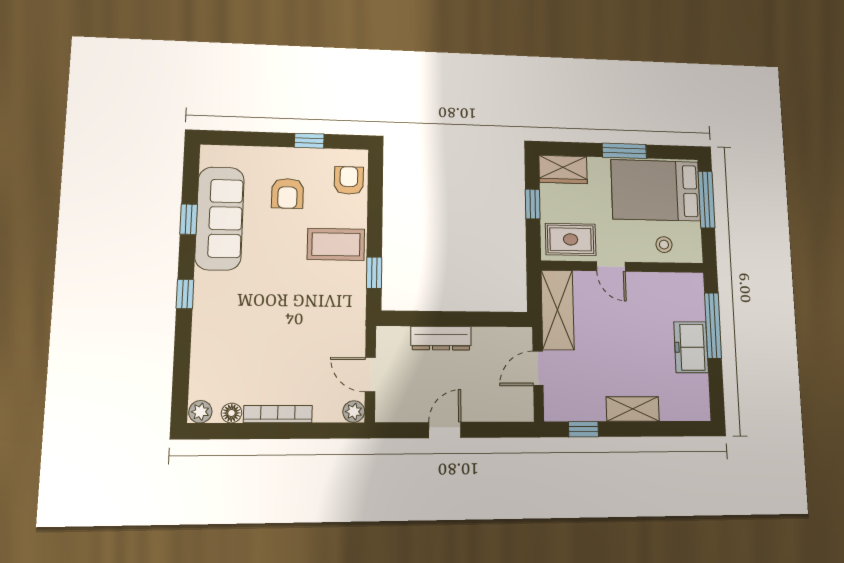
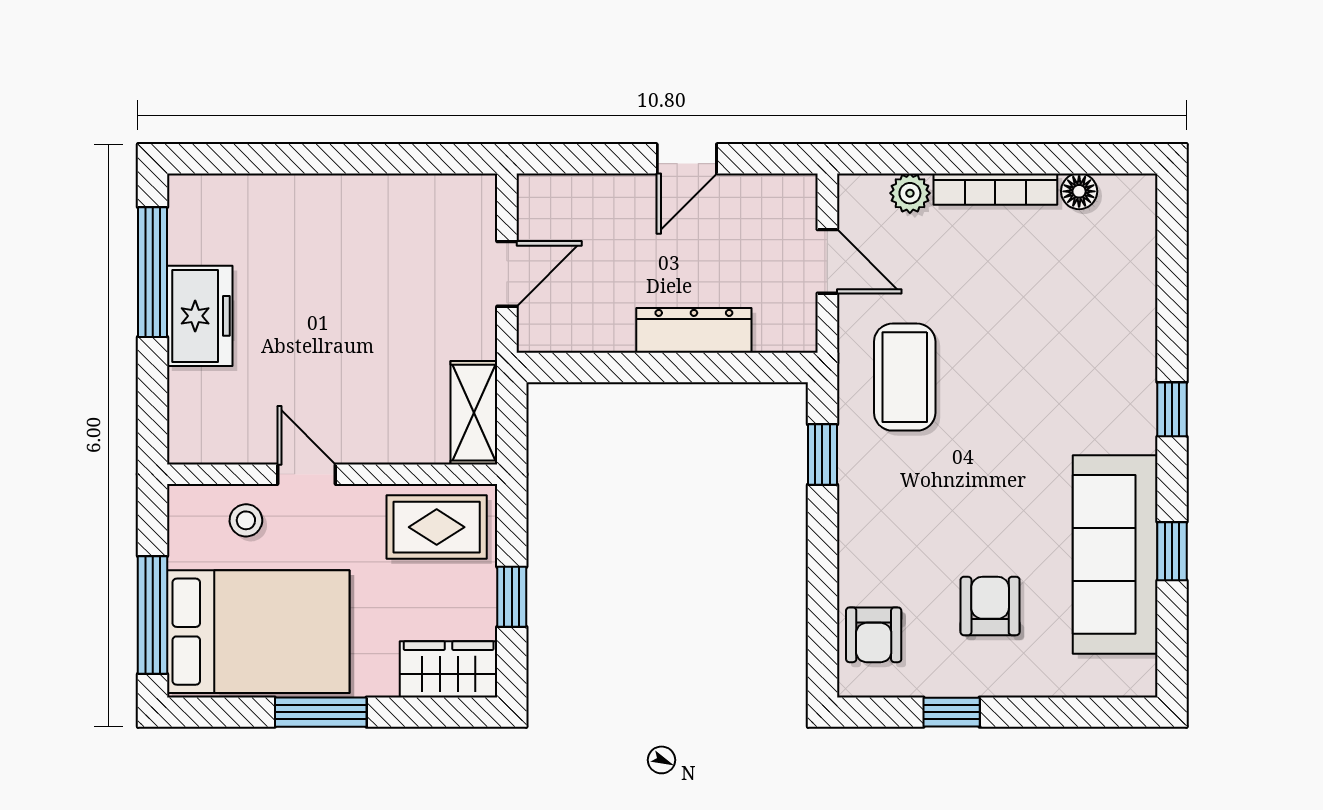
coffee table: (336, 244) -> (905, 377), moved, turned 90
door: (611, 266) -> (306, 474), moved
shelving: (558, 310) -> (474, 413), width x0.67, depth x0.75
window: (713, 326) -> (153, 272), moved
shelving: (633, 409) -> (323, 197), removed
plant: (200, 412) -> (1135, 194), removed
plant: (354, 412) -> (910, 193), moved
window: (583, 429) -> (421, 159), removed

